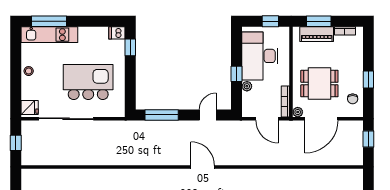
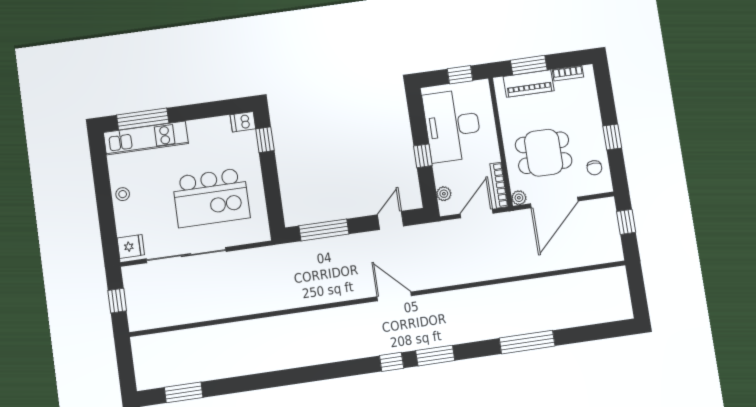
kitchen island: (88, 82) -> (211, 198), turned 180
plant: (247, 86) -> (444, 194), moved
door: (267, 119) -> (477, 214), swing flipped

